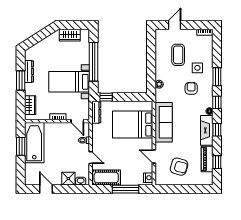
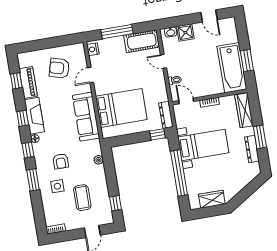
window: (151, 45) -> (115, 203), added
wardrobe: (30, 105) -> (244, 110), width x1.50
door: (154, 156) -> (90, 75), swing flipped

